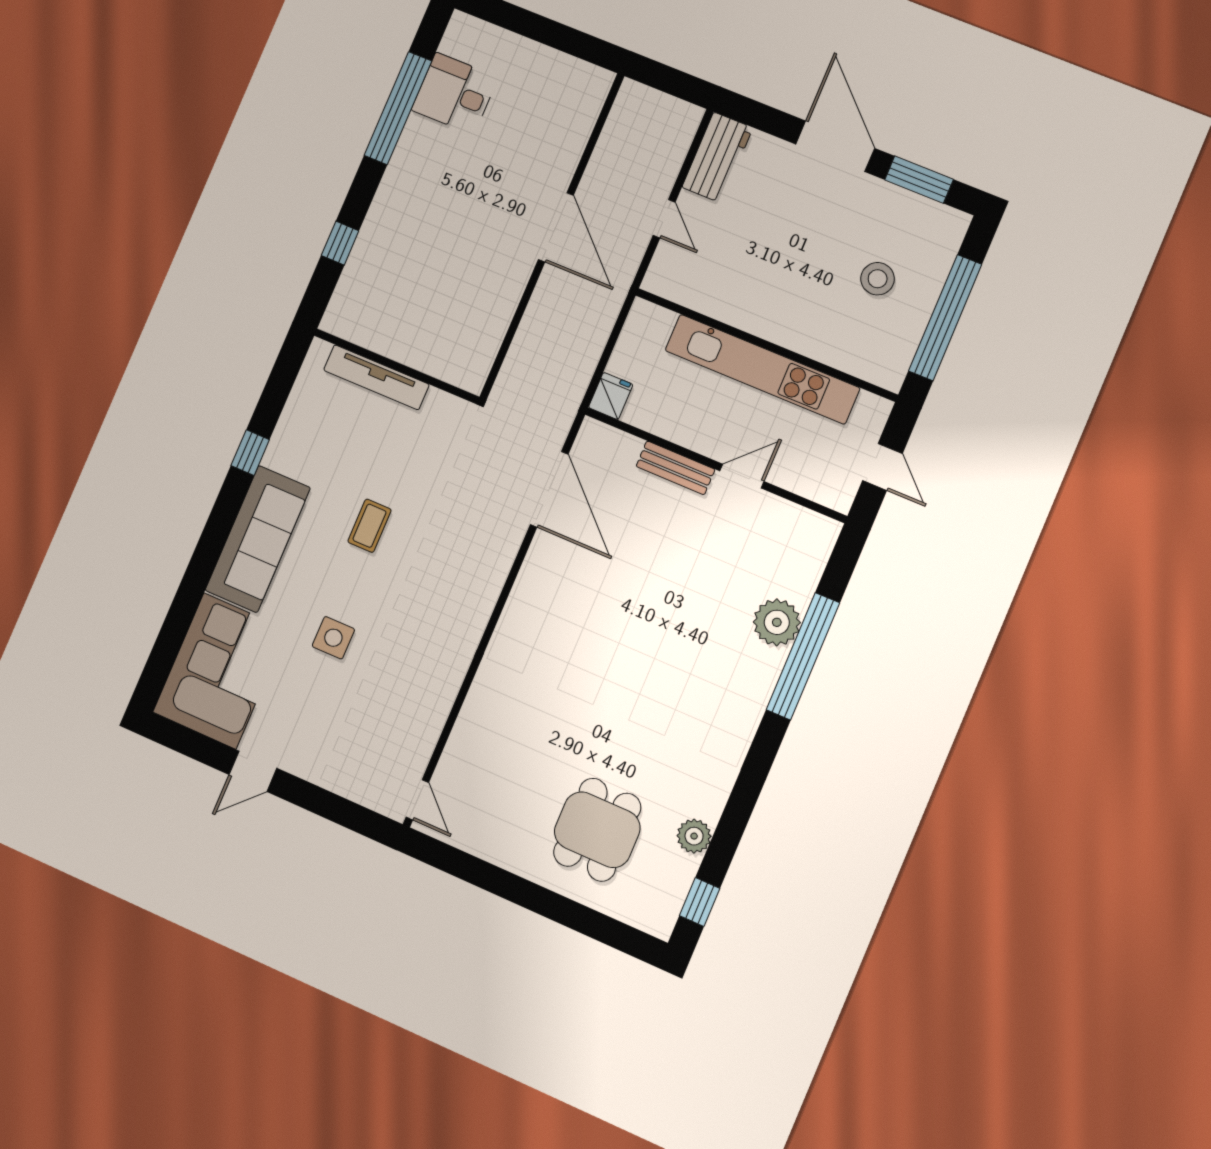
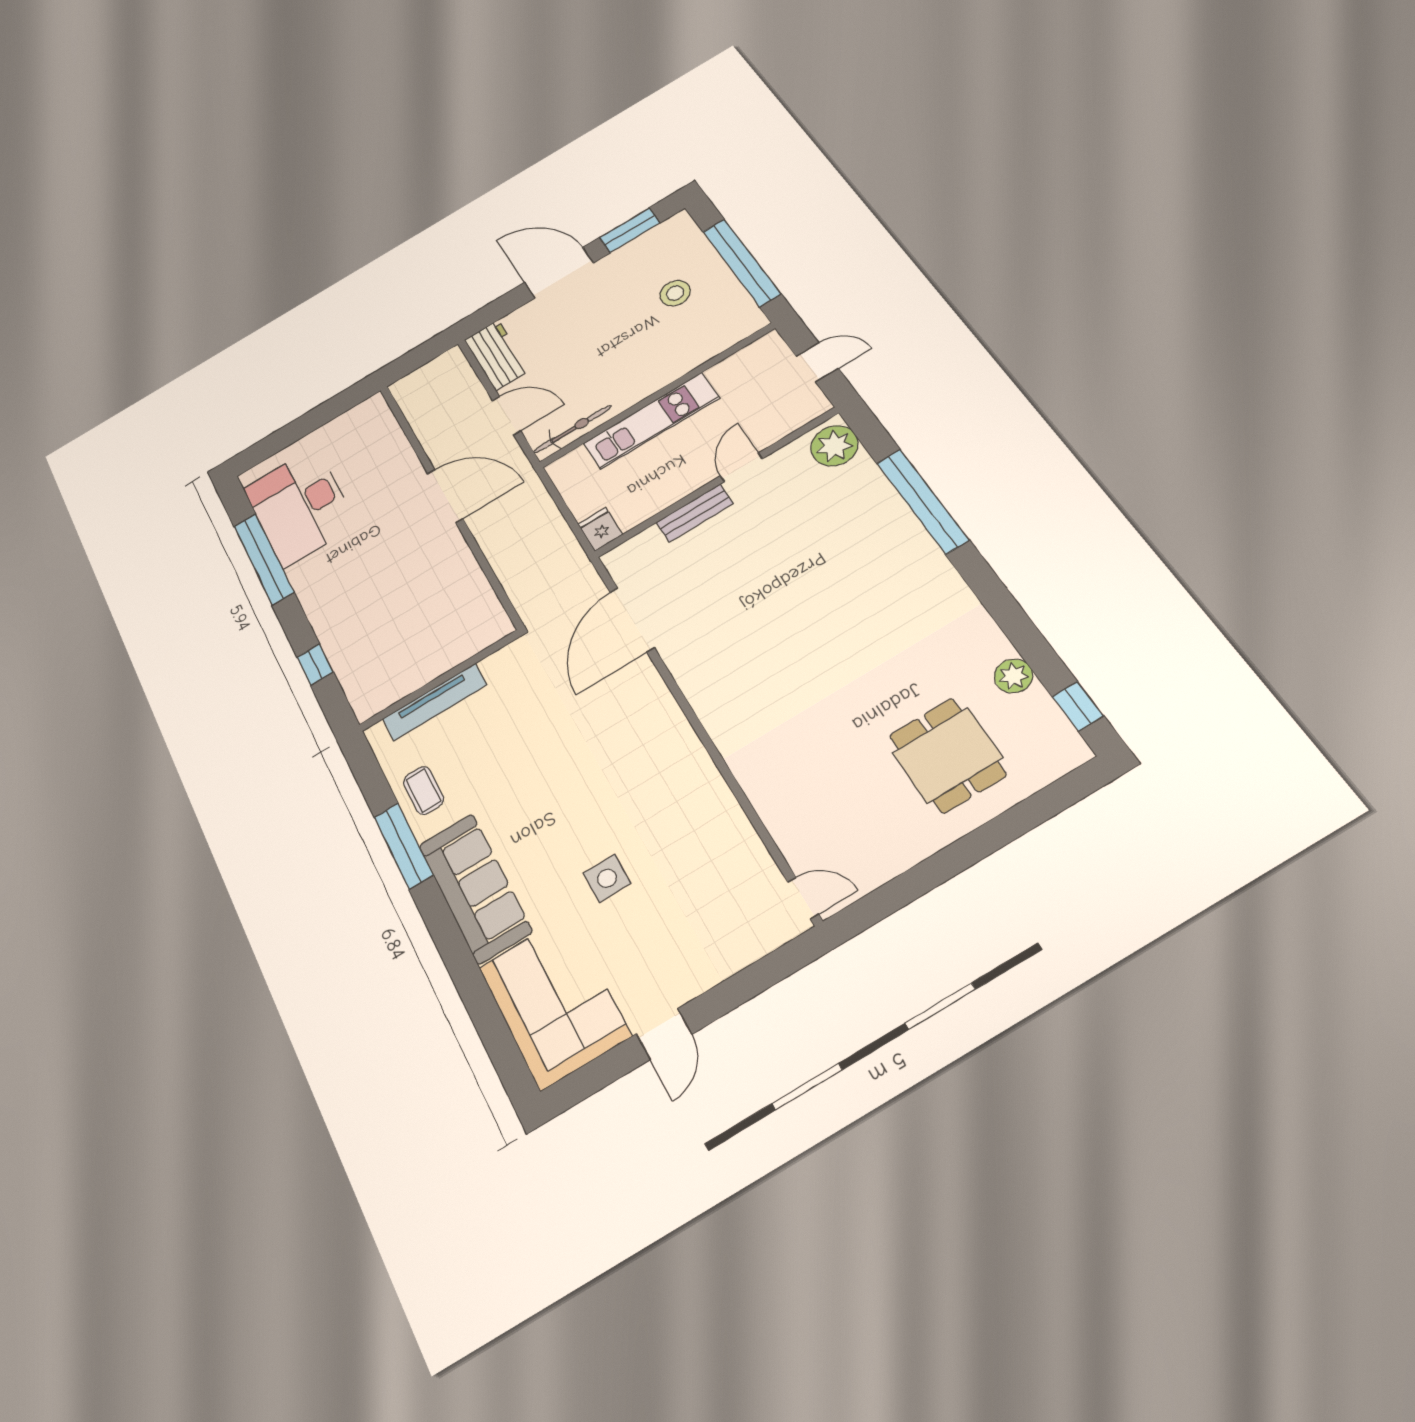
desk: (455, 94) -> (300, 506), width x1.87, depth x1.30
door: (664, 219) -> (506, 416), width x1.38
bicycle: (687, 293) -> (572, 429), added
kitchen unit: (762, 369) -> (651, 421), width x0.73
window: (250, 453) -> (404, 846), width x2.17
door: (549, 489) -> (632, 620), swing flipped
coffee table: (369, 526) -> (424, 791), moved
plant: (777, 622) -> (834, 446), moved

